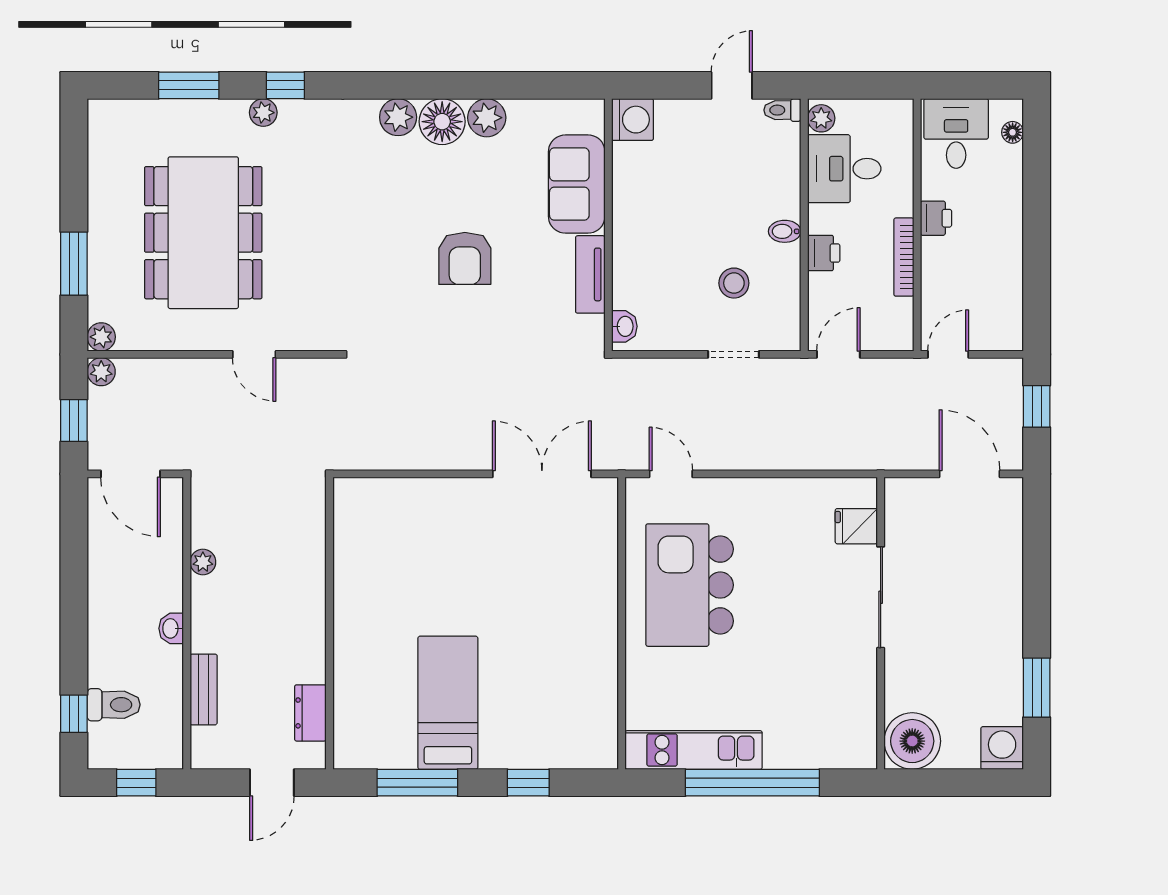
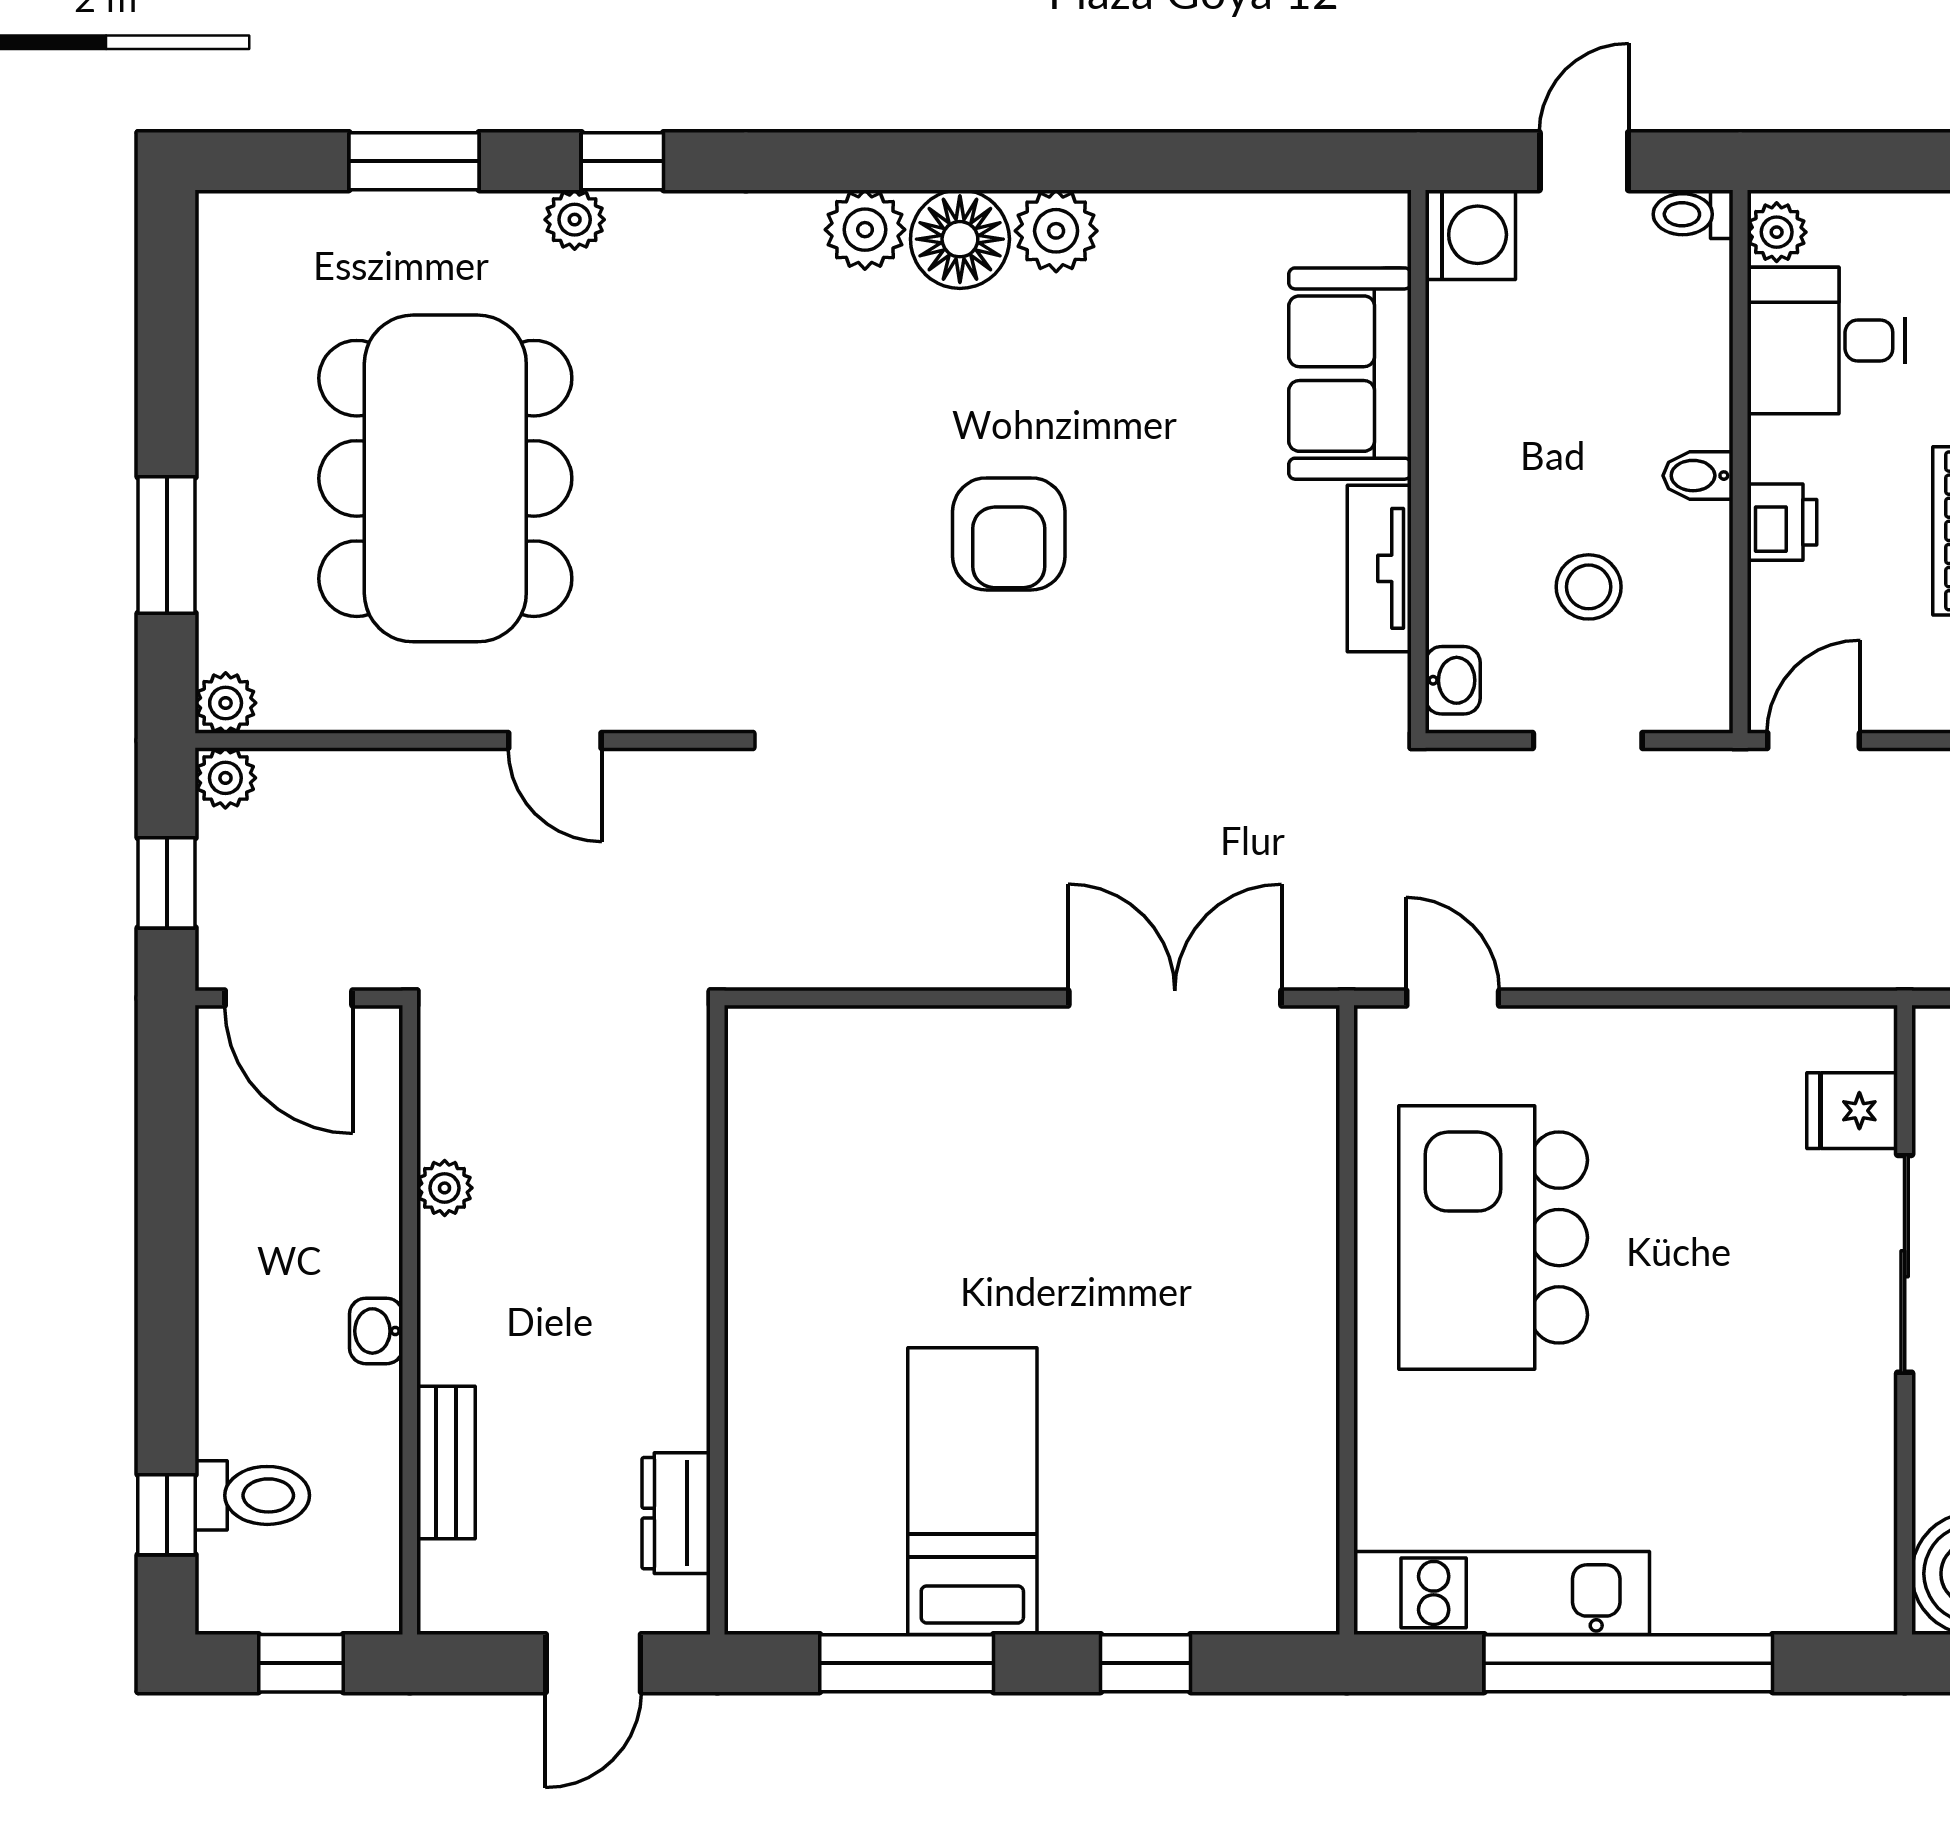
washing machine: (633, 120) -> (1470, 235), moved
sofa: (577, 184) -> (1350, 374), moved
wall: (608, 225) -> (1418, 462), moved
tv unit: (590, 274) -> (1379, 568), moved
washbasin: (624, 326) -> (1453, 680), moved

